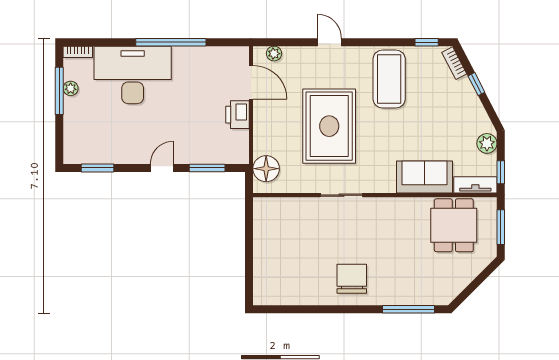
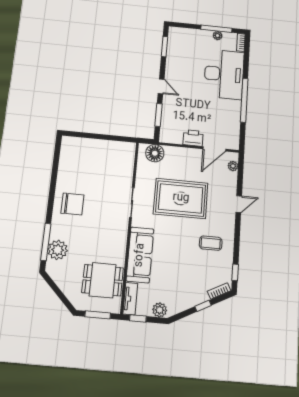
coffee table: (389, 79) -> (211, 243), width x0.54, depth x0.58
sofa: (425, 177) -> (140, 255), width x1.36
plant: (418, 292) -> (58, 250), added

